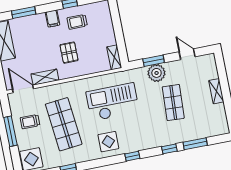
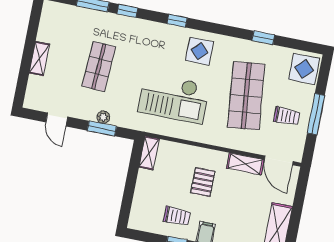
plant: (157, 73) -> (103, 117), width x0.53, depth x0.53

